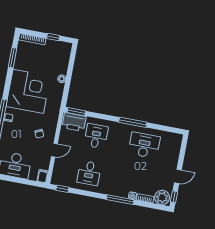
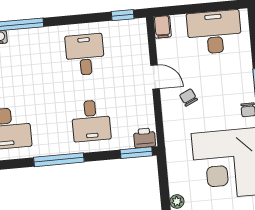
printer: (74, 122) -> (144, 138), width x0.53, depth x0.68
window: (133, 122) -> (59, 160), moved
door: (54, 150) -> (155, 77), swing flipped

